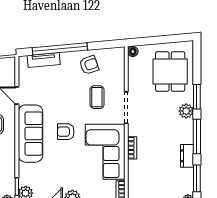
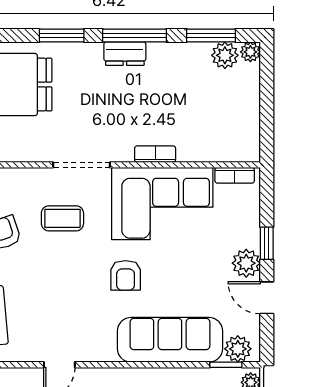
plant: (186, 111) -> (225, 55), moved
sofa: (31, 134) -> (170, 340), moved
dresser: (187, 156) -> (125, 54), moved

